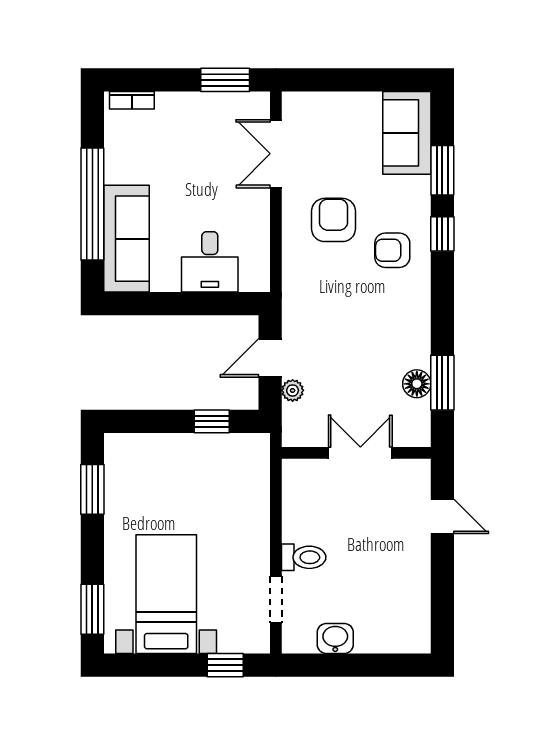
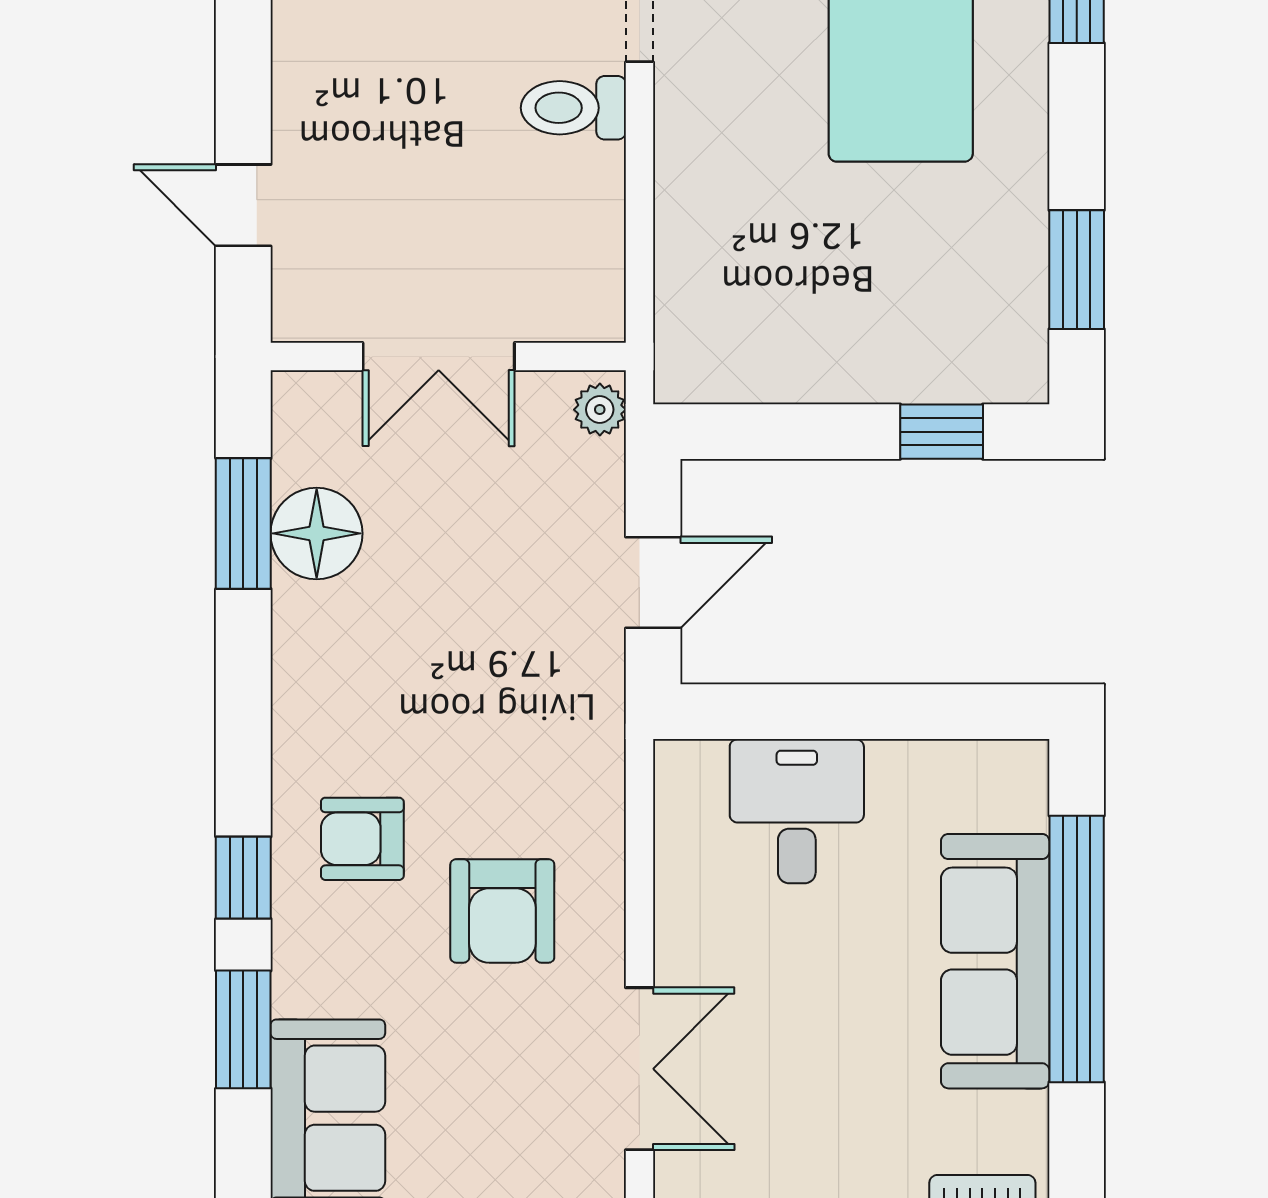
sofa: (126, 239) -> (995, 961), moved
armchair: (392, 250) -> (362, 839), turned 180
floor lamp: (417, 384) -> (317, 533), width x1.38, depth x1.38
plant: (293, 390) -> (600, 410), moved
window: (212, 421) -> (942, 432), moved

